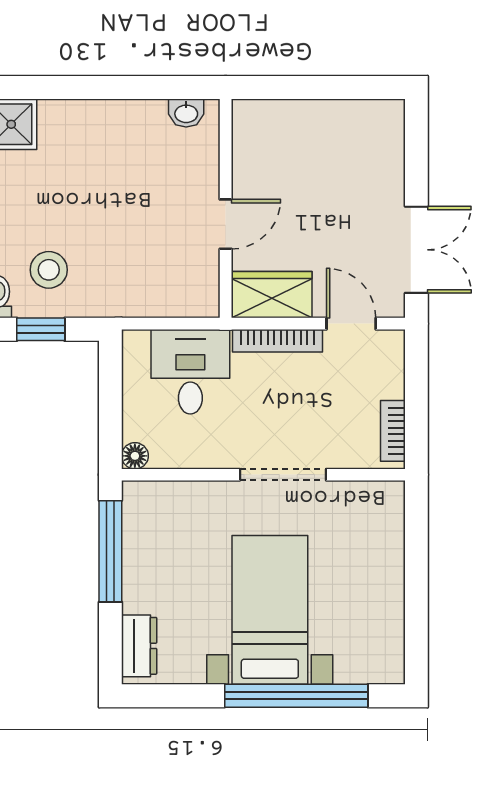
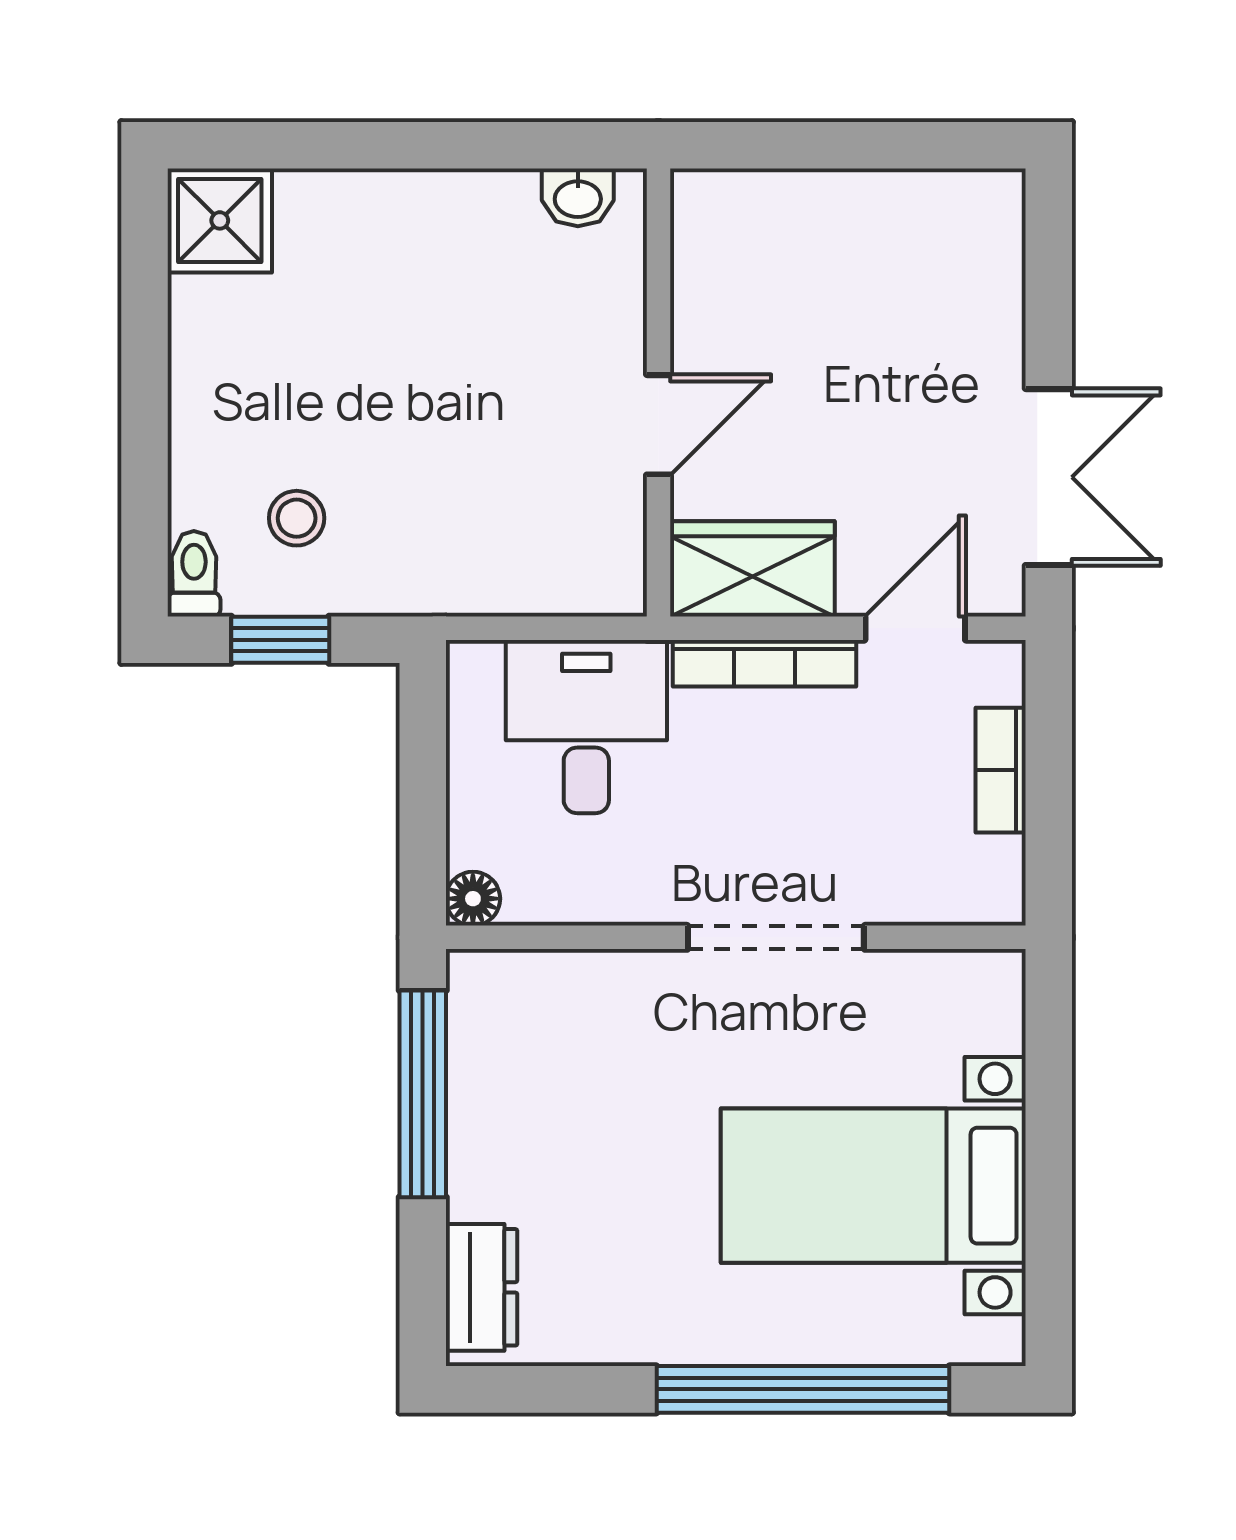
stool: (49, 270) -> (297, 518), width x0.73, depth x0.73
door: (351, 324) -> (915, 628), hinge flipped
bookcase: (393, 431) -> (1001, 770), moved
bed with nightstands: (270, 610) -> (873, 1186), moved, turned -90

